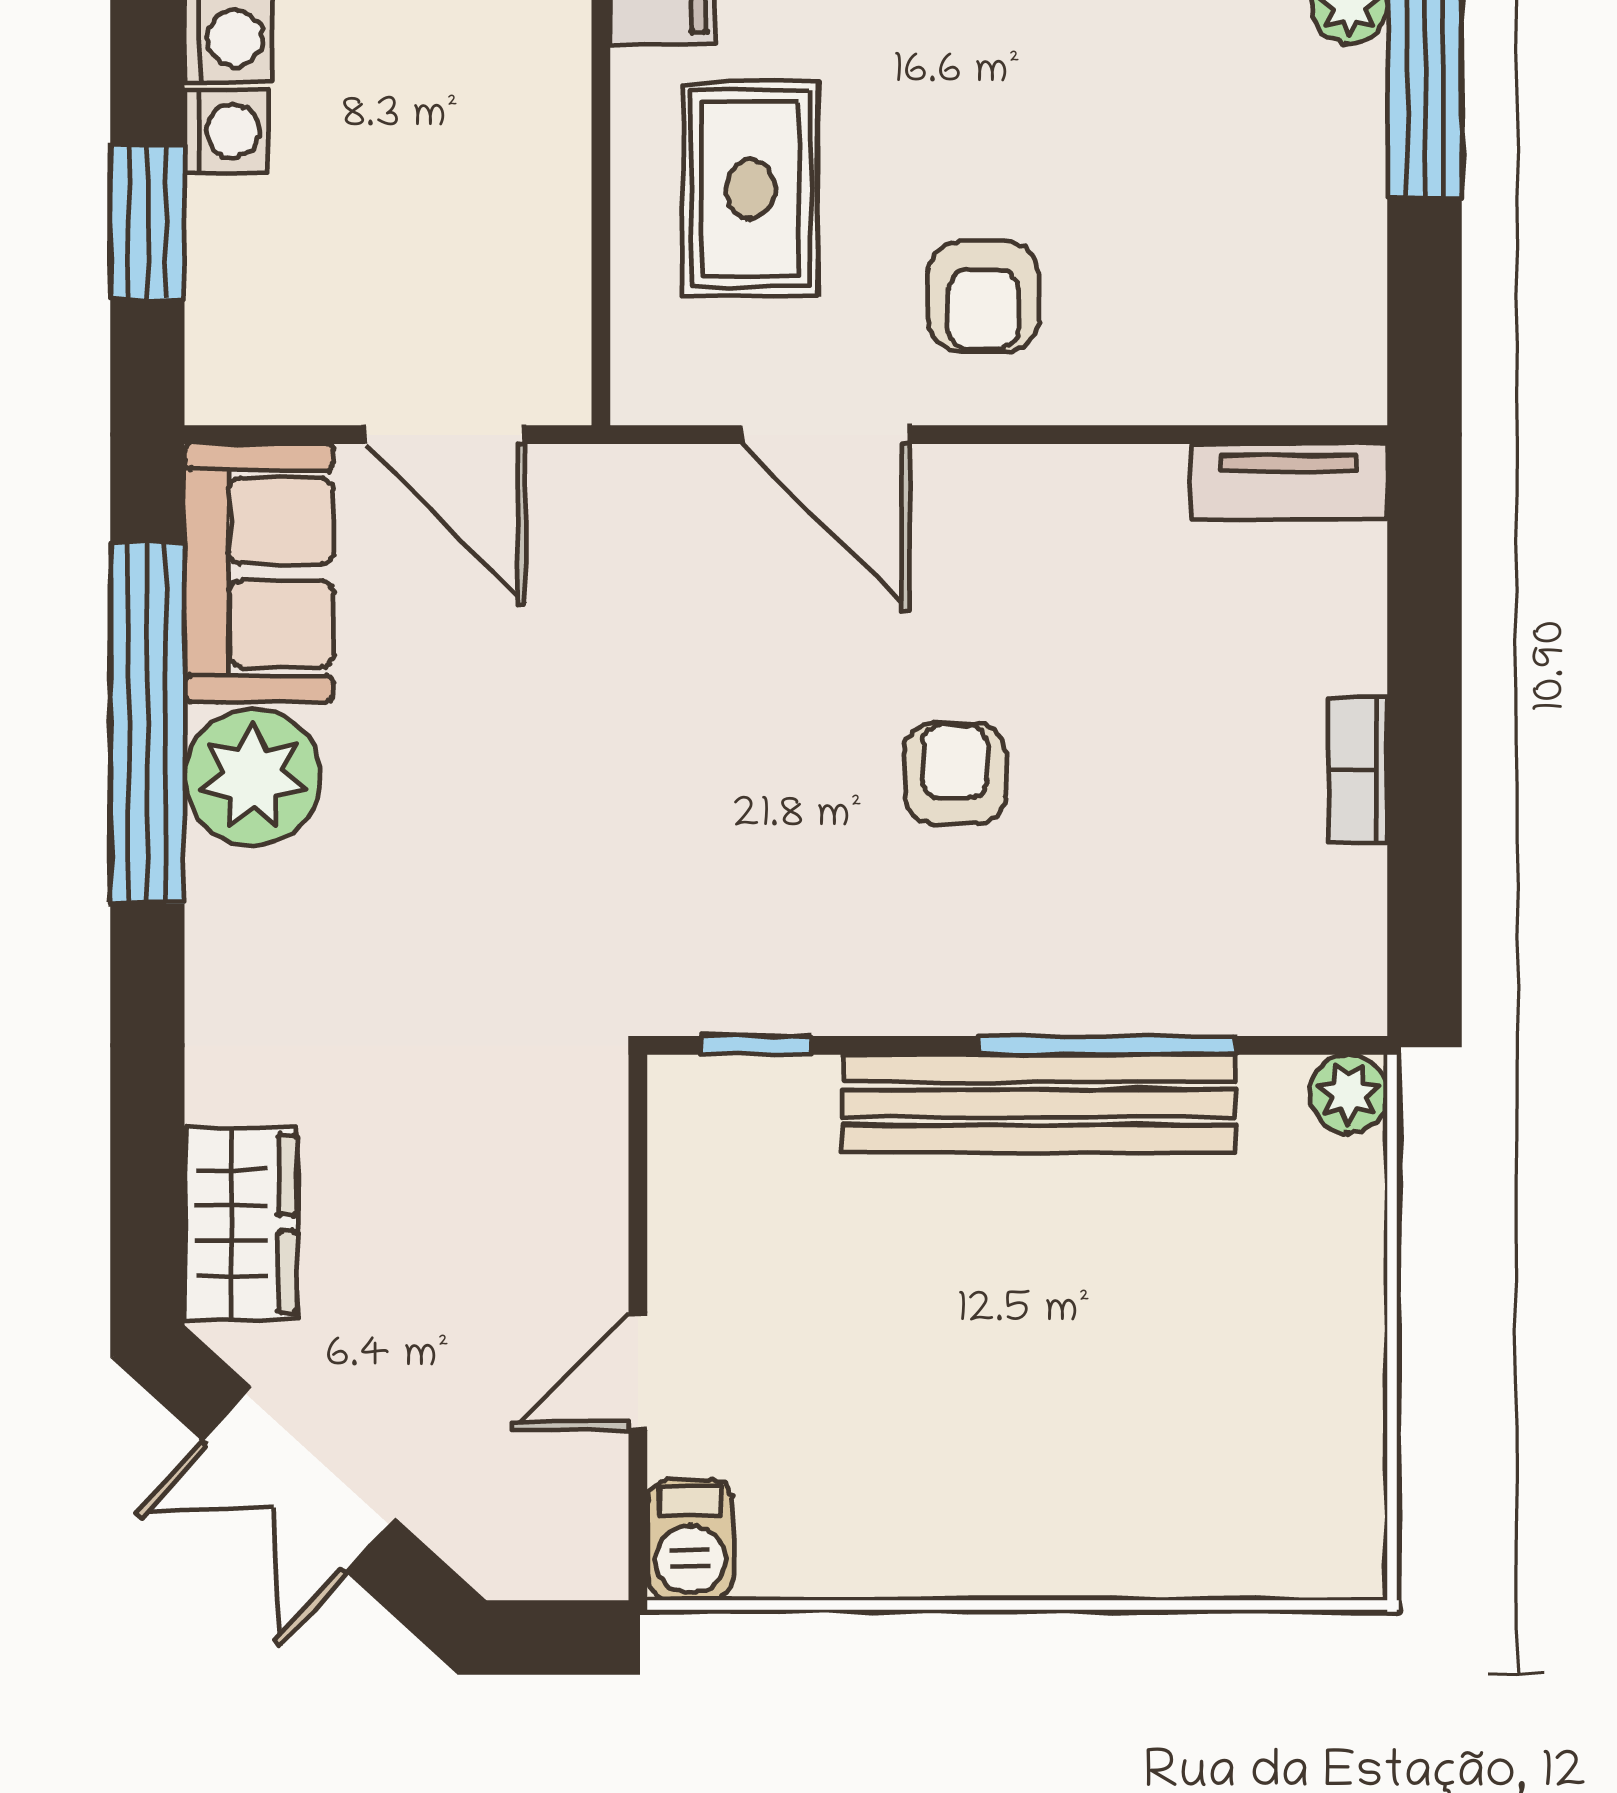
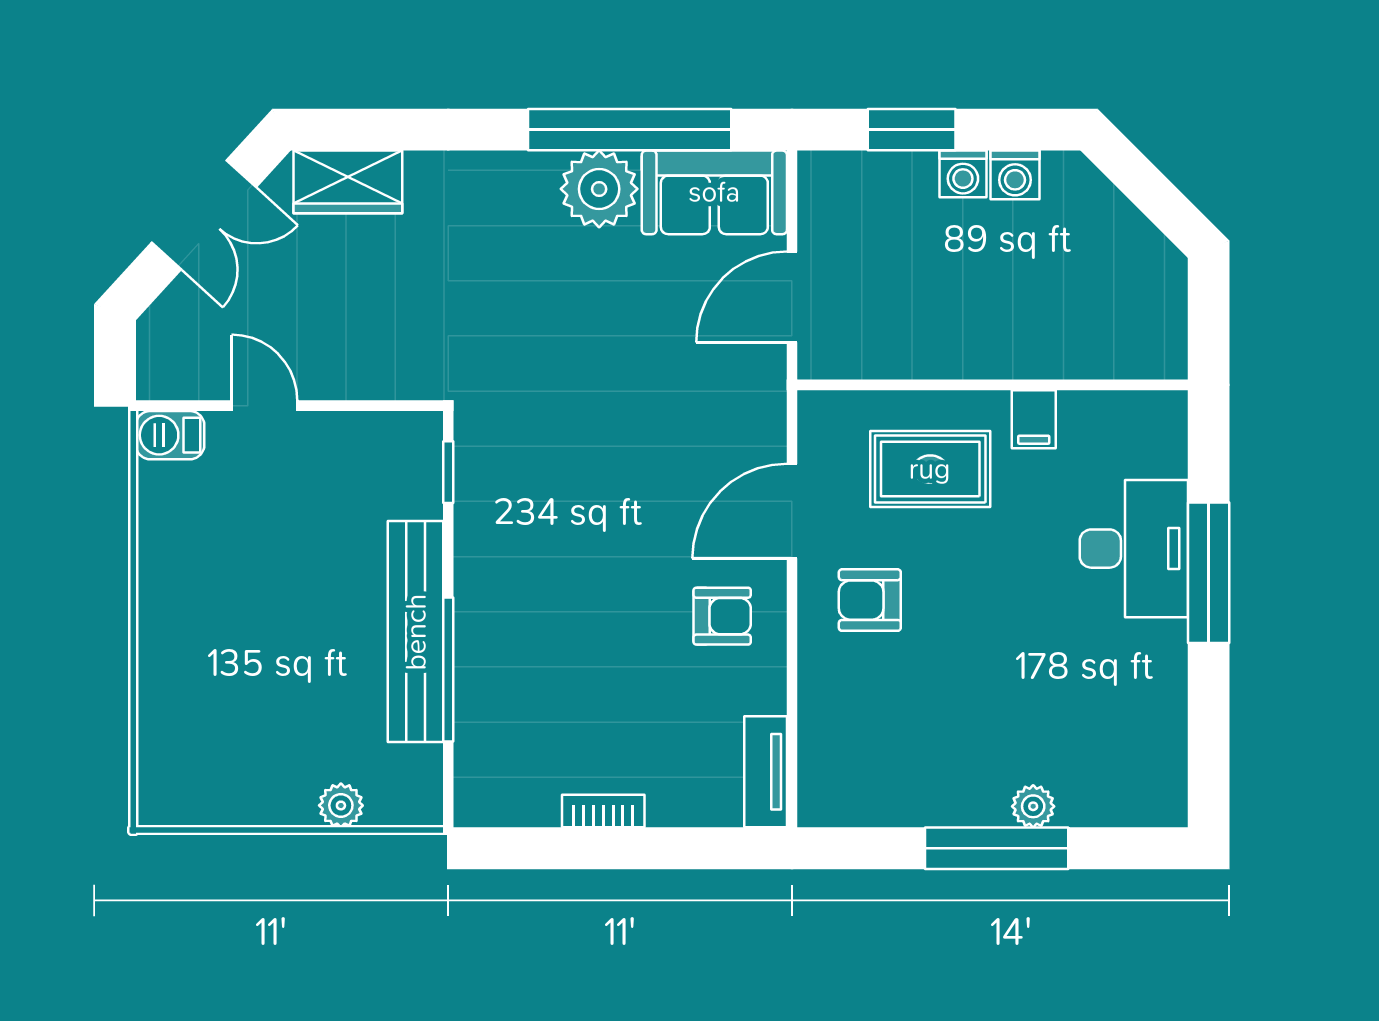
armchair: (955, 774) -> (722, 616), moved
plant: (1348, 1094) -> (341, 805), moved
double door: (299, 1479) -> (204, 215), swing flipped

